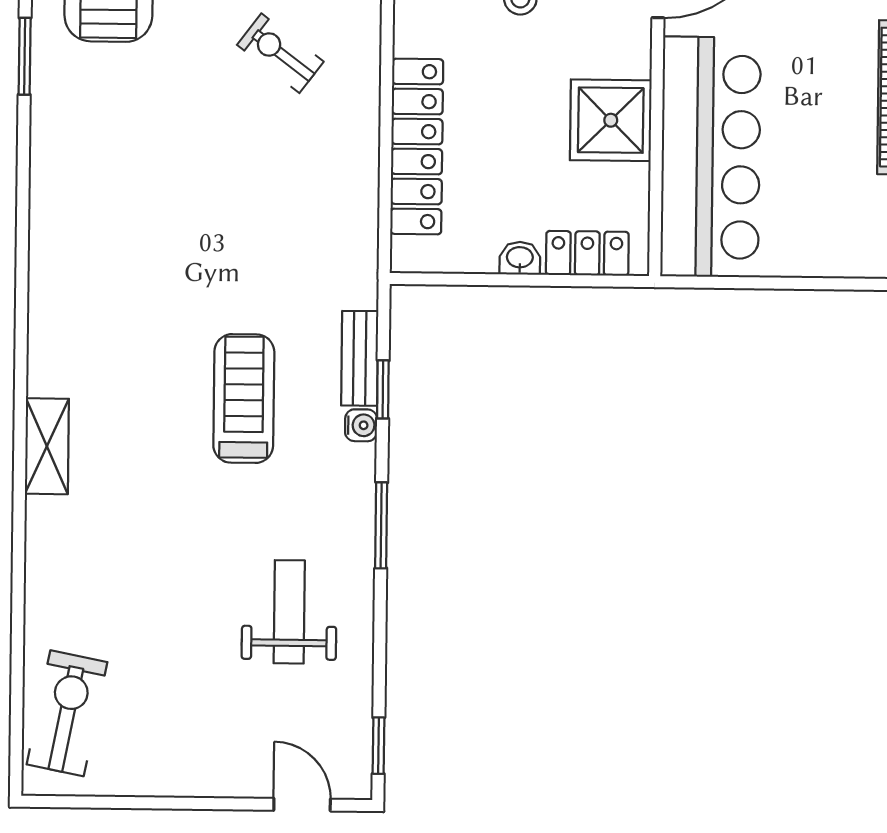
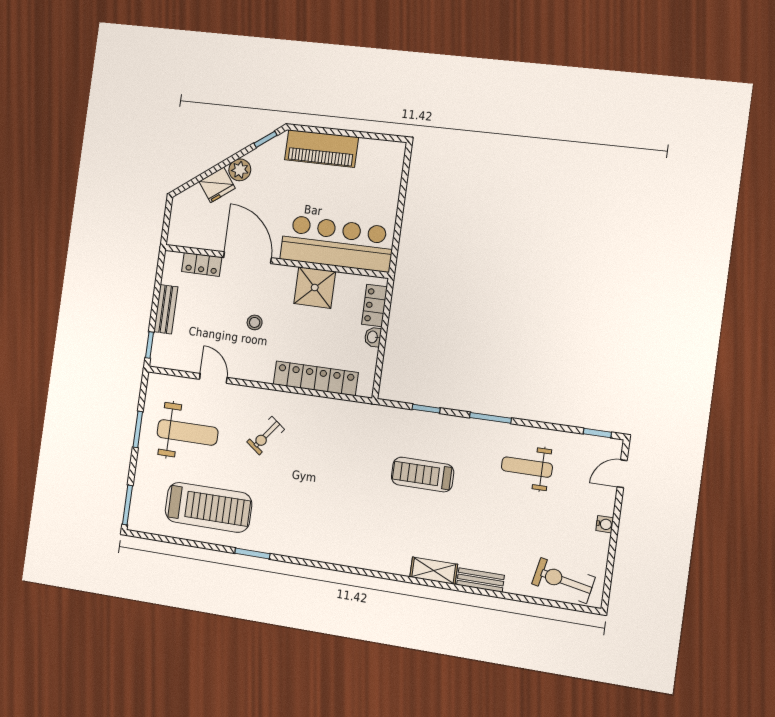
bench: (360, 358) -> (480, 580), moved
water cooler: (361, 425) -> (605, 524), moved, turned 90

